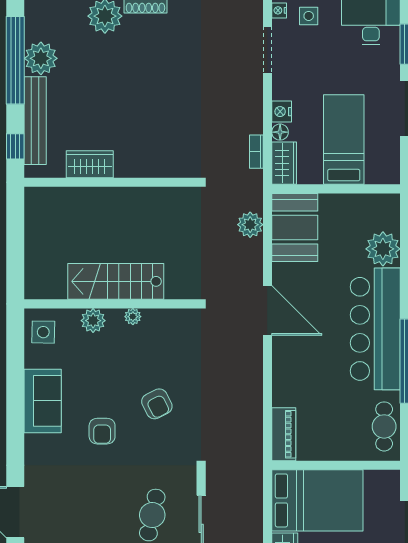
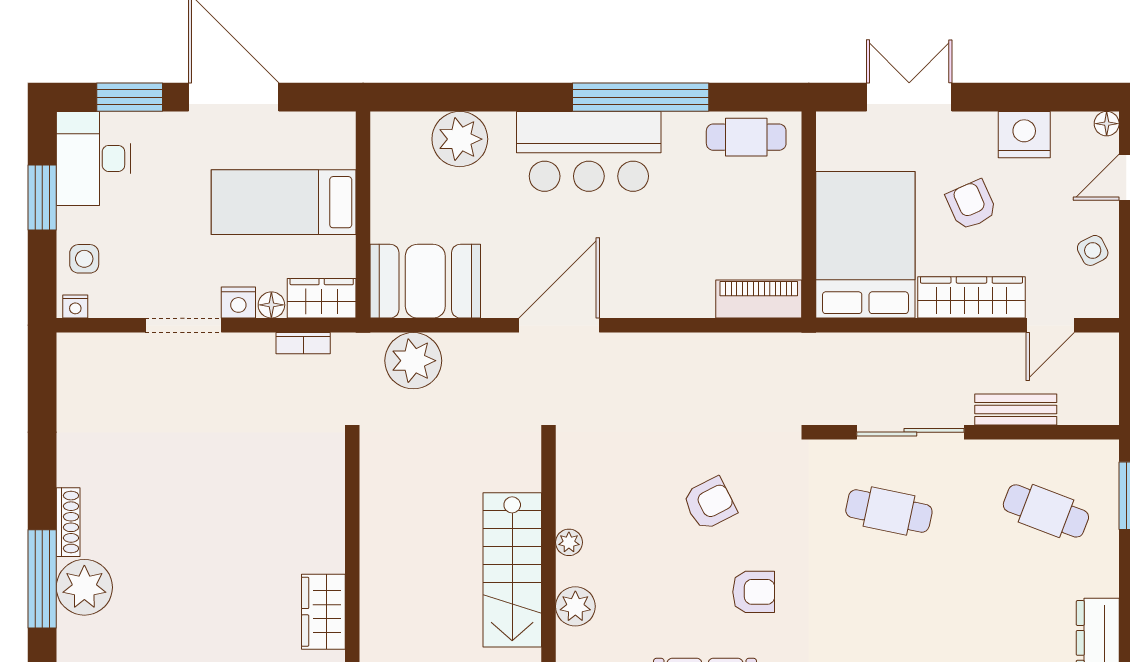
doorway: (267, 50) -> (183, 325), moved
plant: (250, 225) -> (413, 361), width x1.36, depth x1.36
bar counter: (375, 329) -> (589, 151), width x0.73

